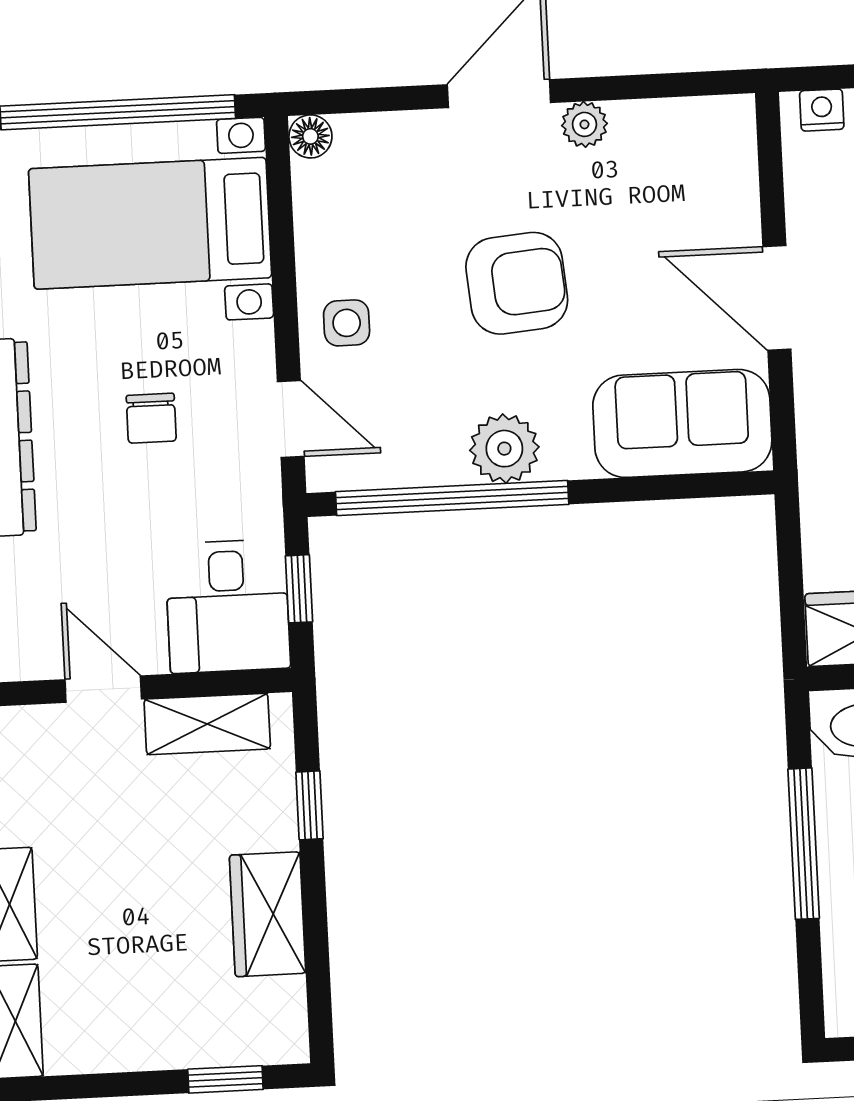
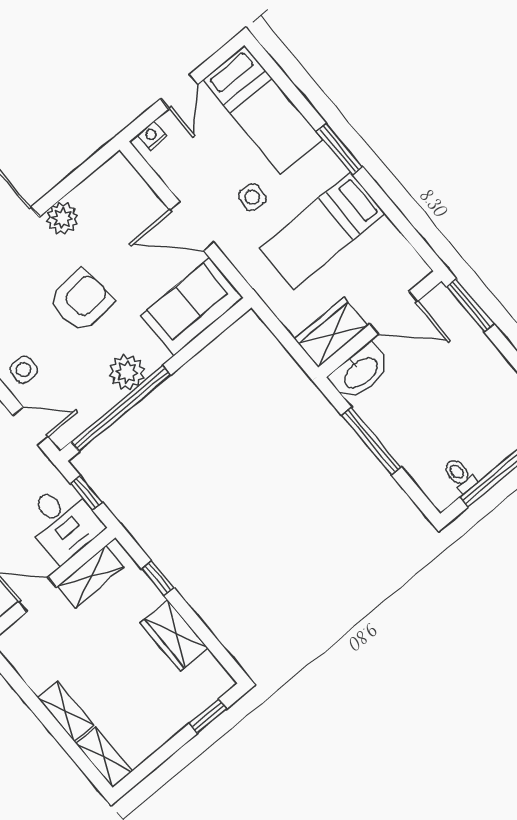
plant: (584, 124) -> (62, 218), width x1.38, depth x1.38

